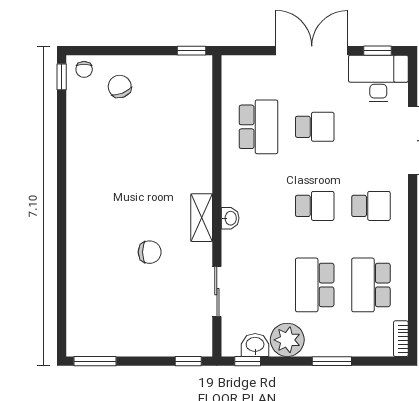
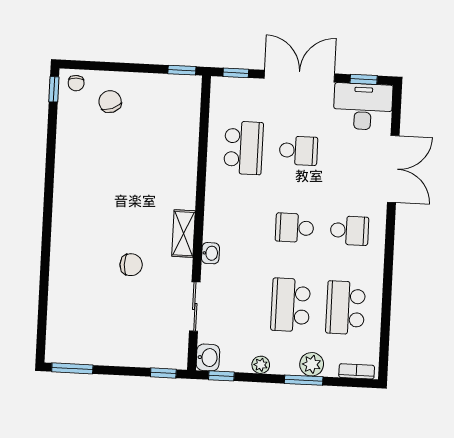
window: (247, 51) -> (236, 73), added
school desk: (315, 206) -> (295, 228), turned 180
washbasin: (230, 218) -> (210, 253), moved
bookcase: (401, 339) -> (357, 371), moved, turned 90
plant: (287, 340) -> (261, 365), width x0.53, depth x0.53
plant: (339, 344) -> (312, 364), added
washbasin: (255, 345) -> (208, 357), moved, turned 90

